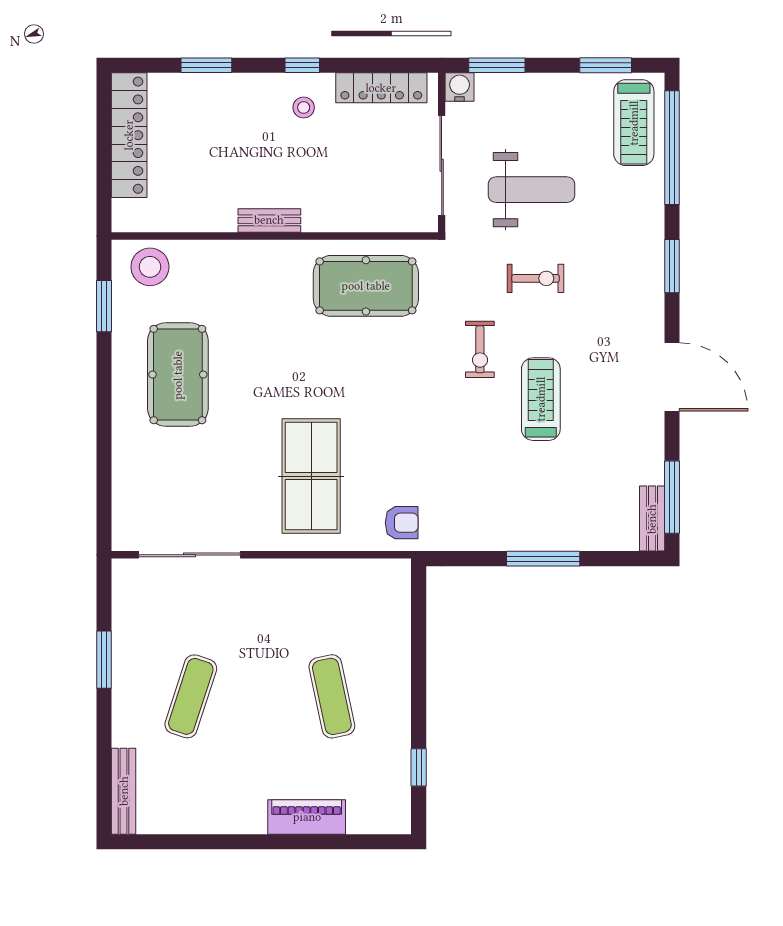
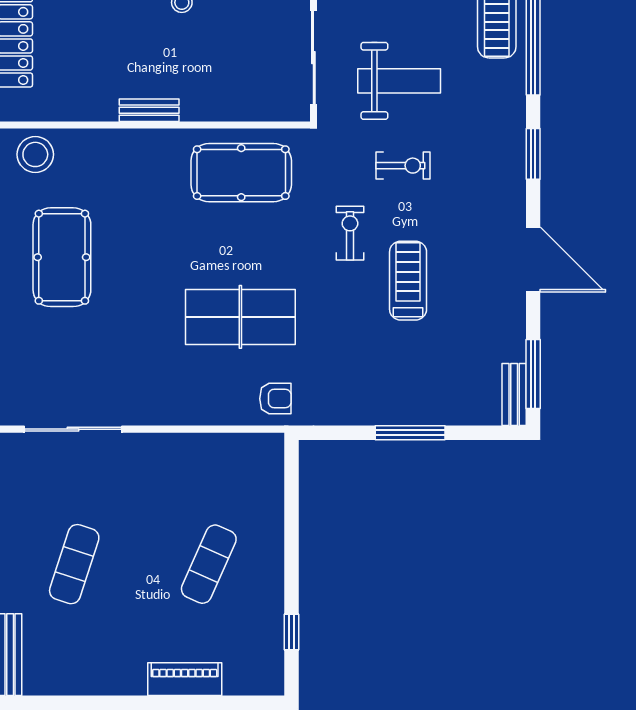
exercise bike: (480, 349) -> (350, 233), turned 180
table tennis table: (311, 476) -> (240, 317), moved, turned 90
exercise mat: (332, 696) -> (209, 564), turned 36

